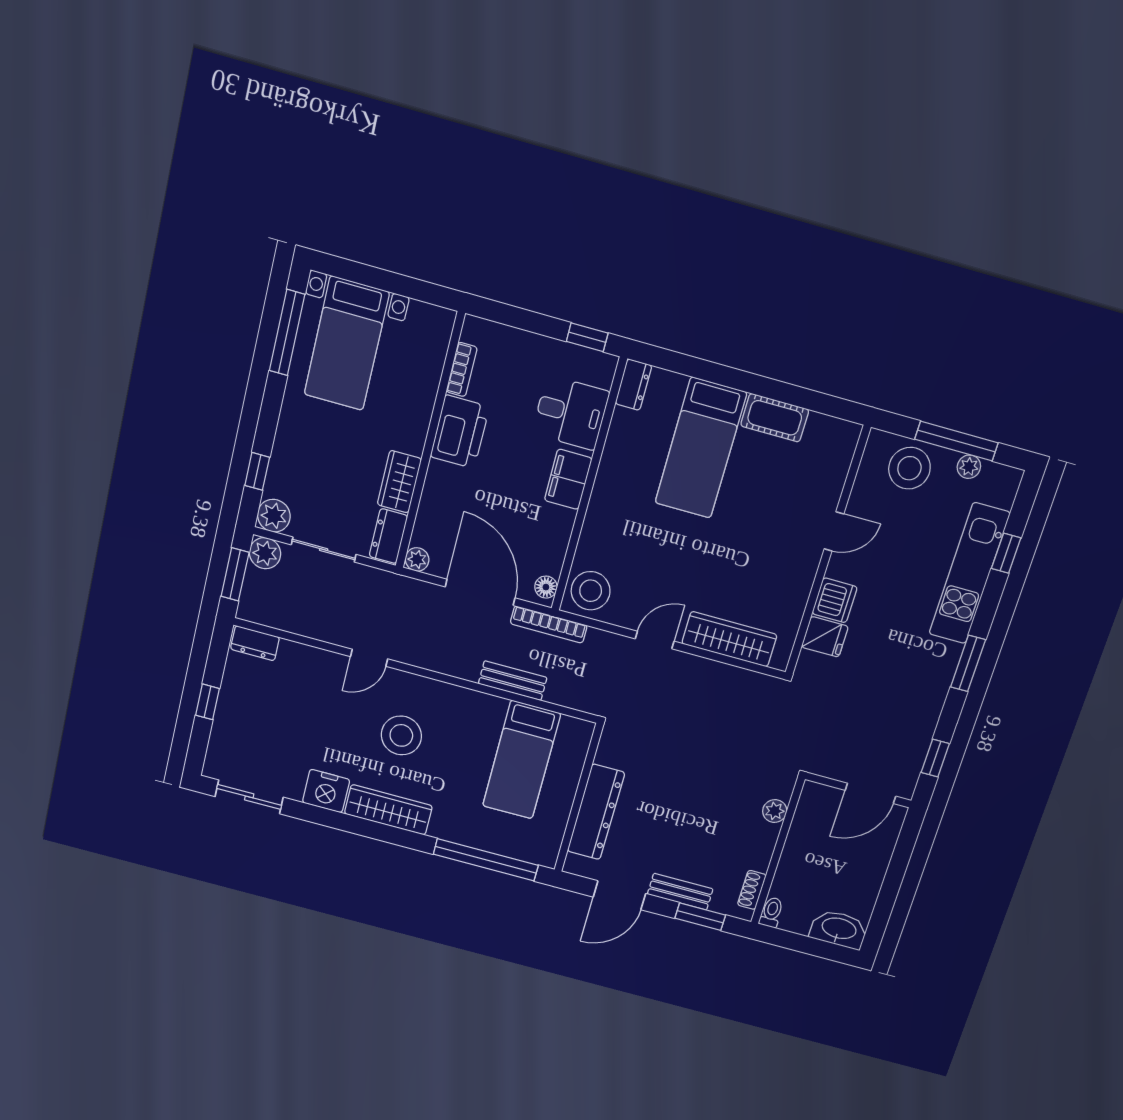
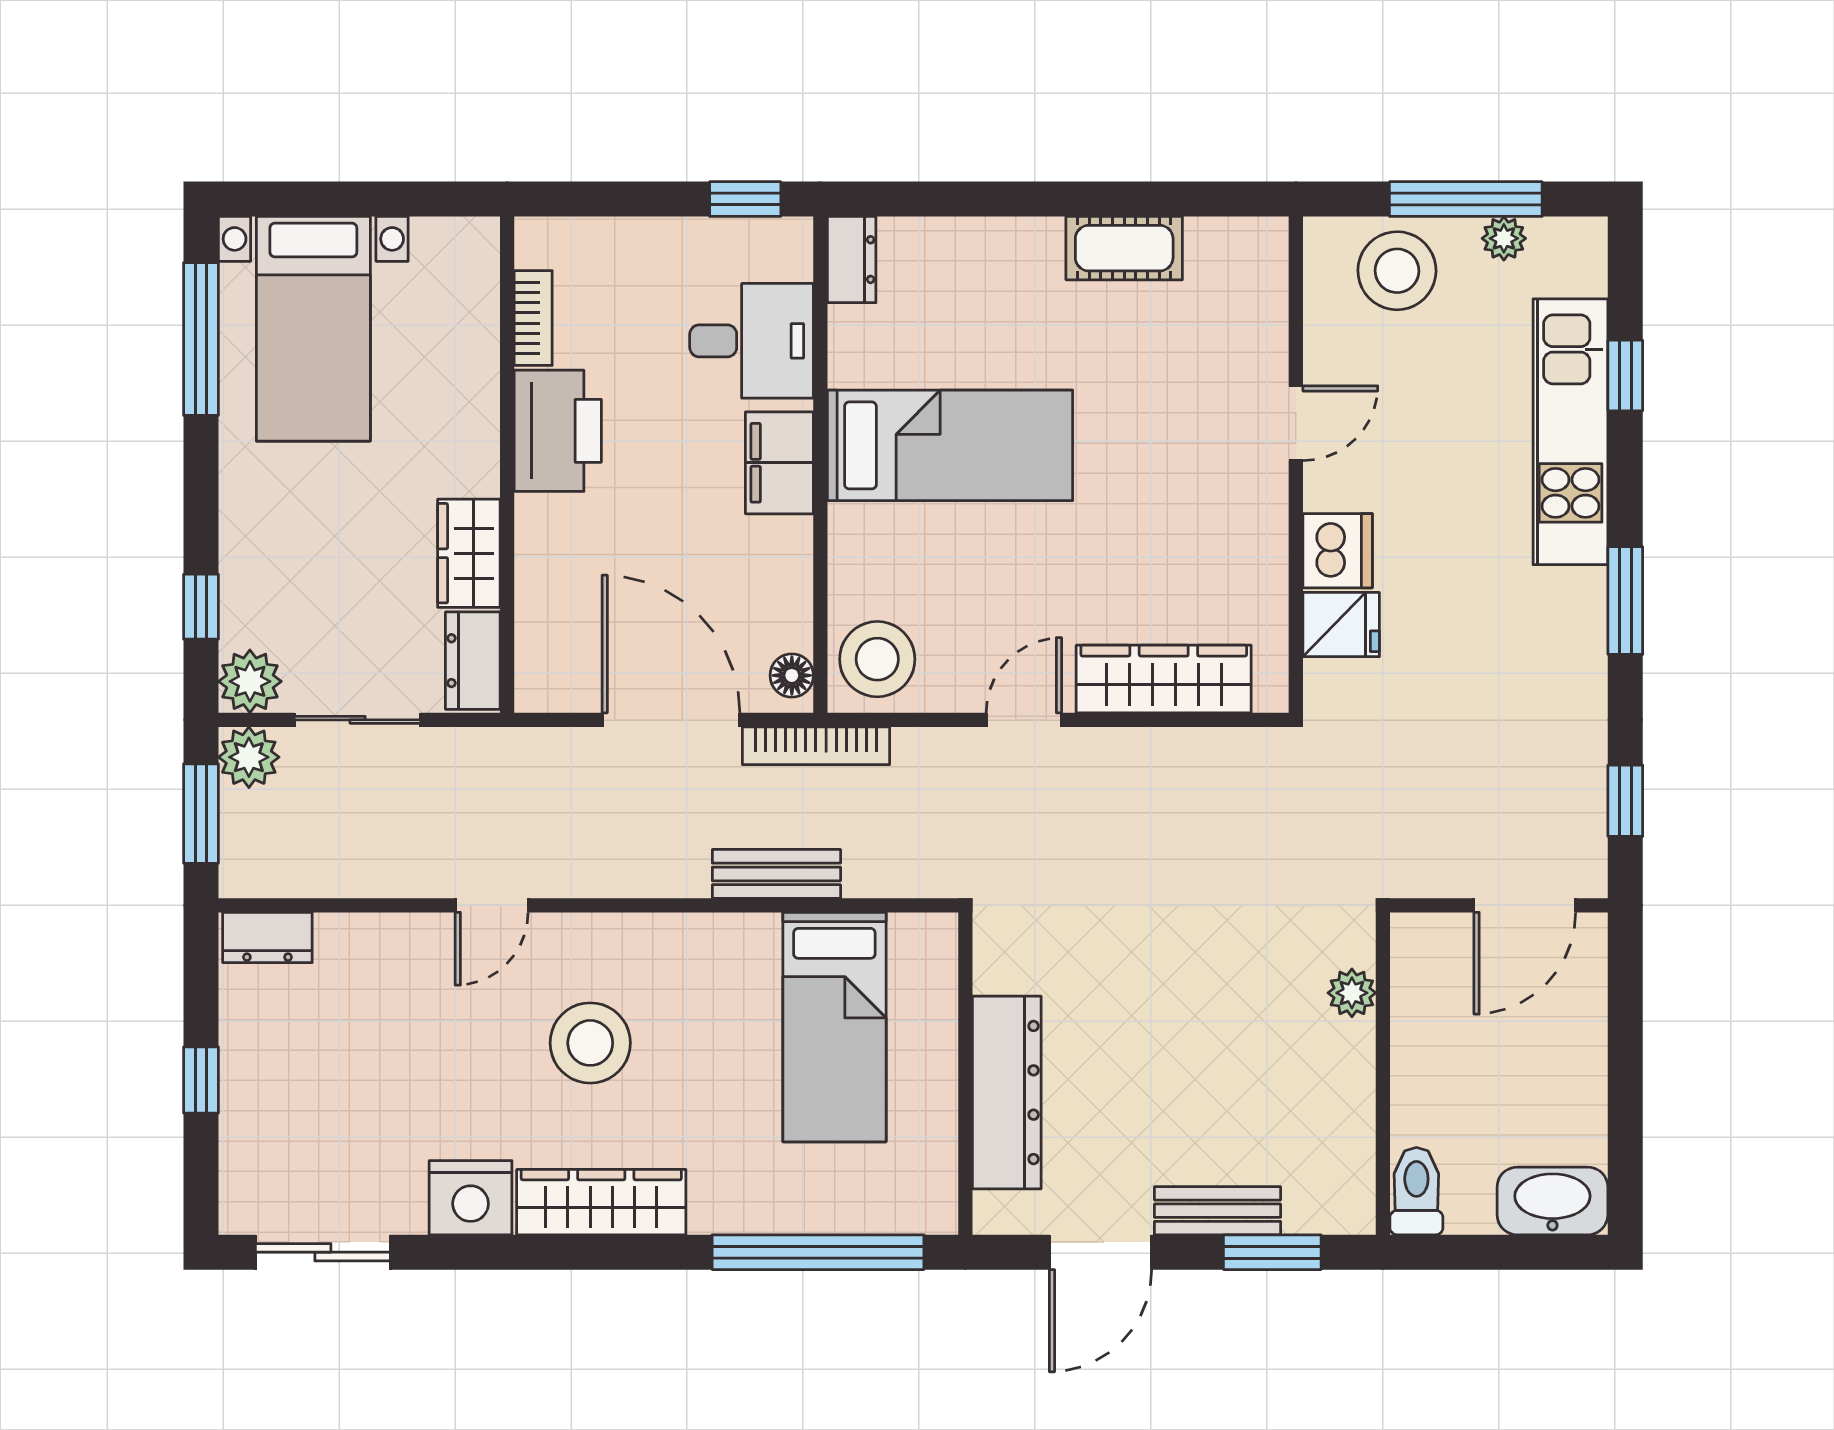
bed: (701, 448) -> (950, 445), moved, turned -90
plant: (417, 559) -> (537, 690), removed
shoe rack: (752, 890) -> (1357, 1167), removed
toilet: (771, 912) -> (1416, 1191), width x1.37, depth x1.39

